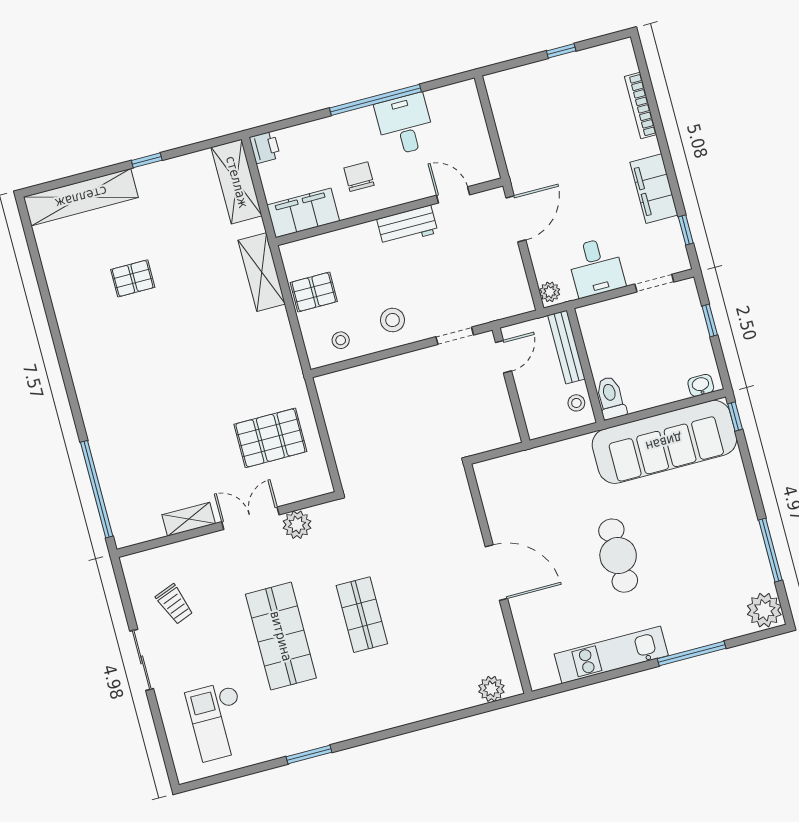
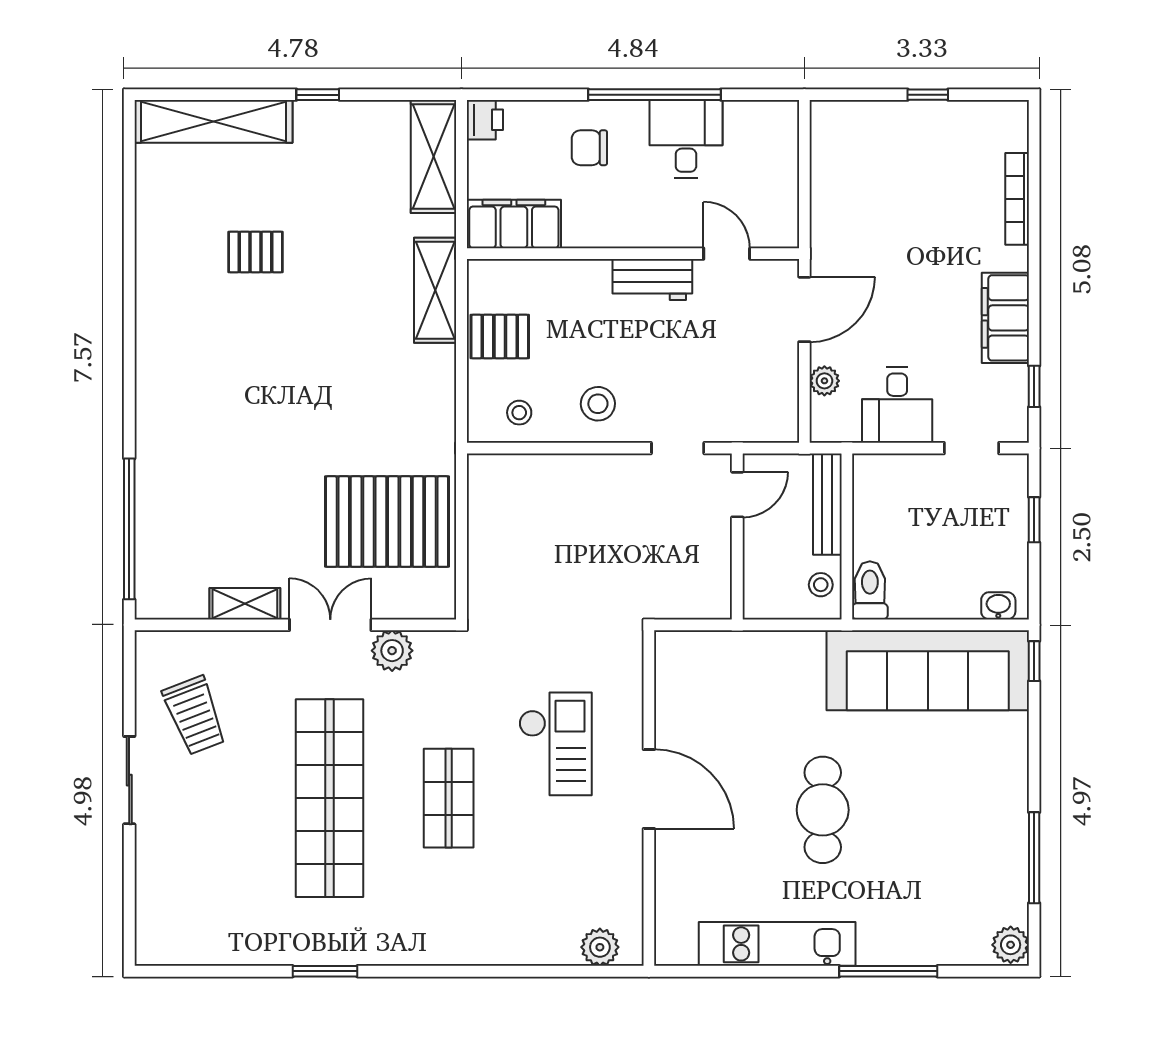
chair: (359, 177) -> (589, 148), moved, turned -90
plant: (550, 292) -> (824, 381), moved
pallet: (270, 438) -> (387, 522), width x1.37, depth x1.41
trolley: (174, 604) -> (195, 715), width x1.36, depth x1.39
plant: (764, 610) -> (1011, 945), width x0.73, depth x0.73
shop shelf: (281, 636) -> (330, 798), width x1.40
checkout: (218, 721) -> (556, 744), moved, turned 180

